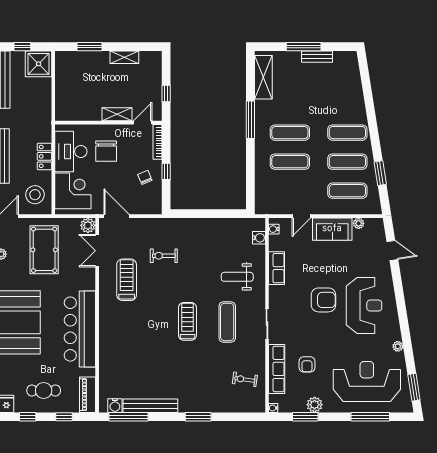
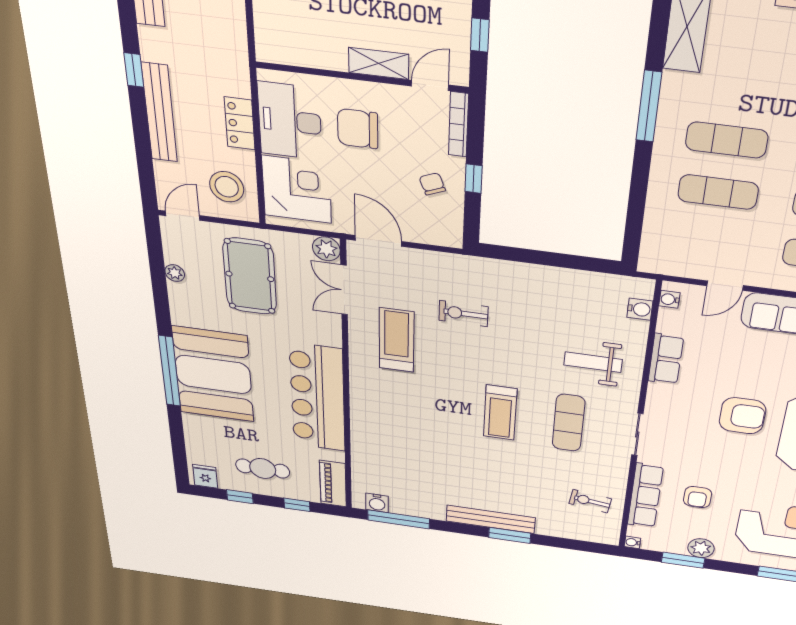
chair: (106, 151) -> (358, 129), turned 90
treadmill: (187, 321) -> (500, 413), turned 180
bench: (150, 406) -> (491, 519), moved

